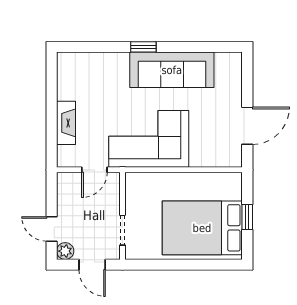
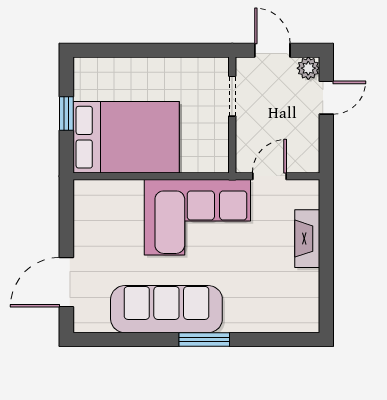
window: (143, 47) -> (204, 339), width x1.50
door: (247, 126) -> (66, 282), moved
bed: (202, 228) -> (126, 137), moved
door: (52, 229) -> (326, 98), hinge flipped

